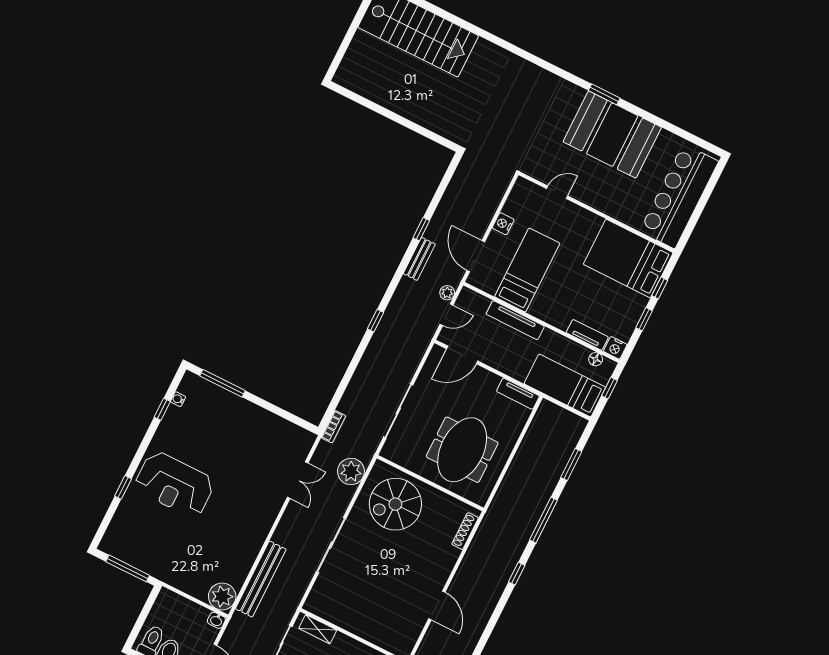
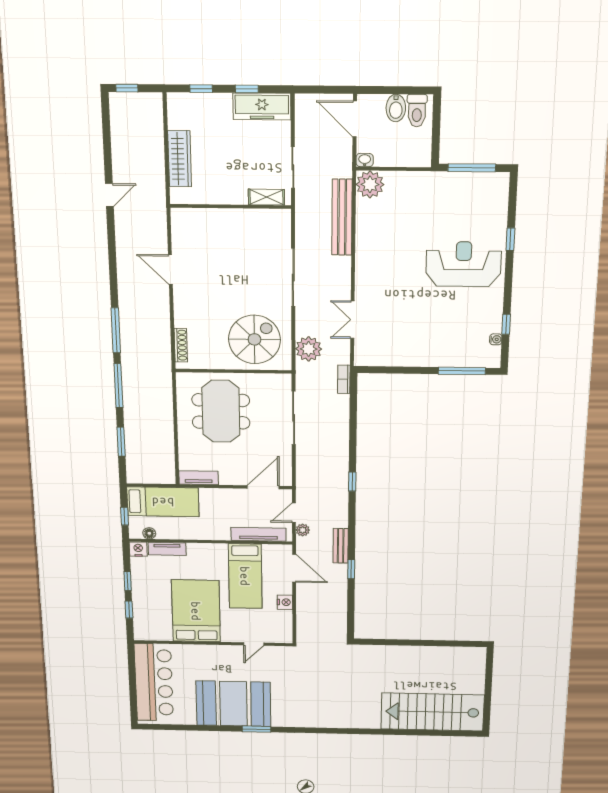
bed: (628, 258) -> (196, 611), moved, turned -90
tv unit: (515, 320) -> (258, 534), moved
window: (517, 574) -> (116, 330), width x2.17

